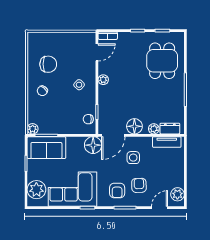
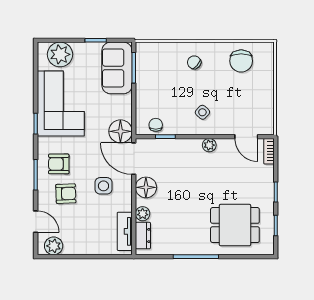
chair: (48, 64) -> (241, 61), moved
plant: (33, 129) -> (143, 49), removed

